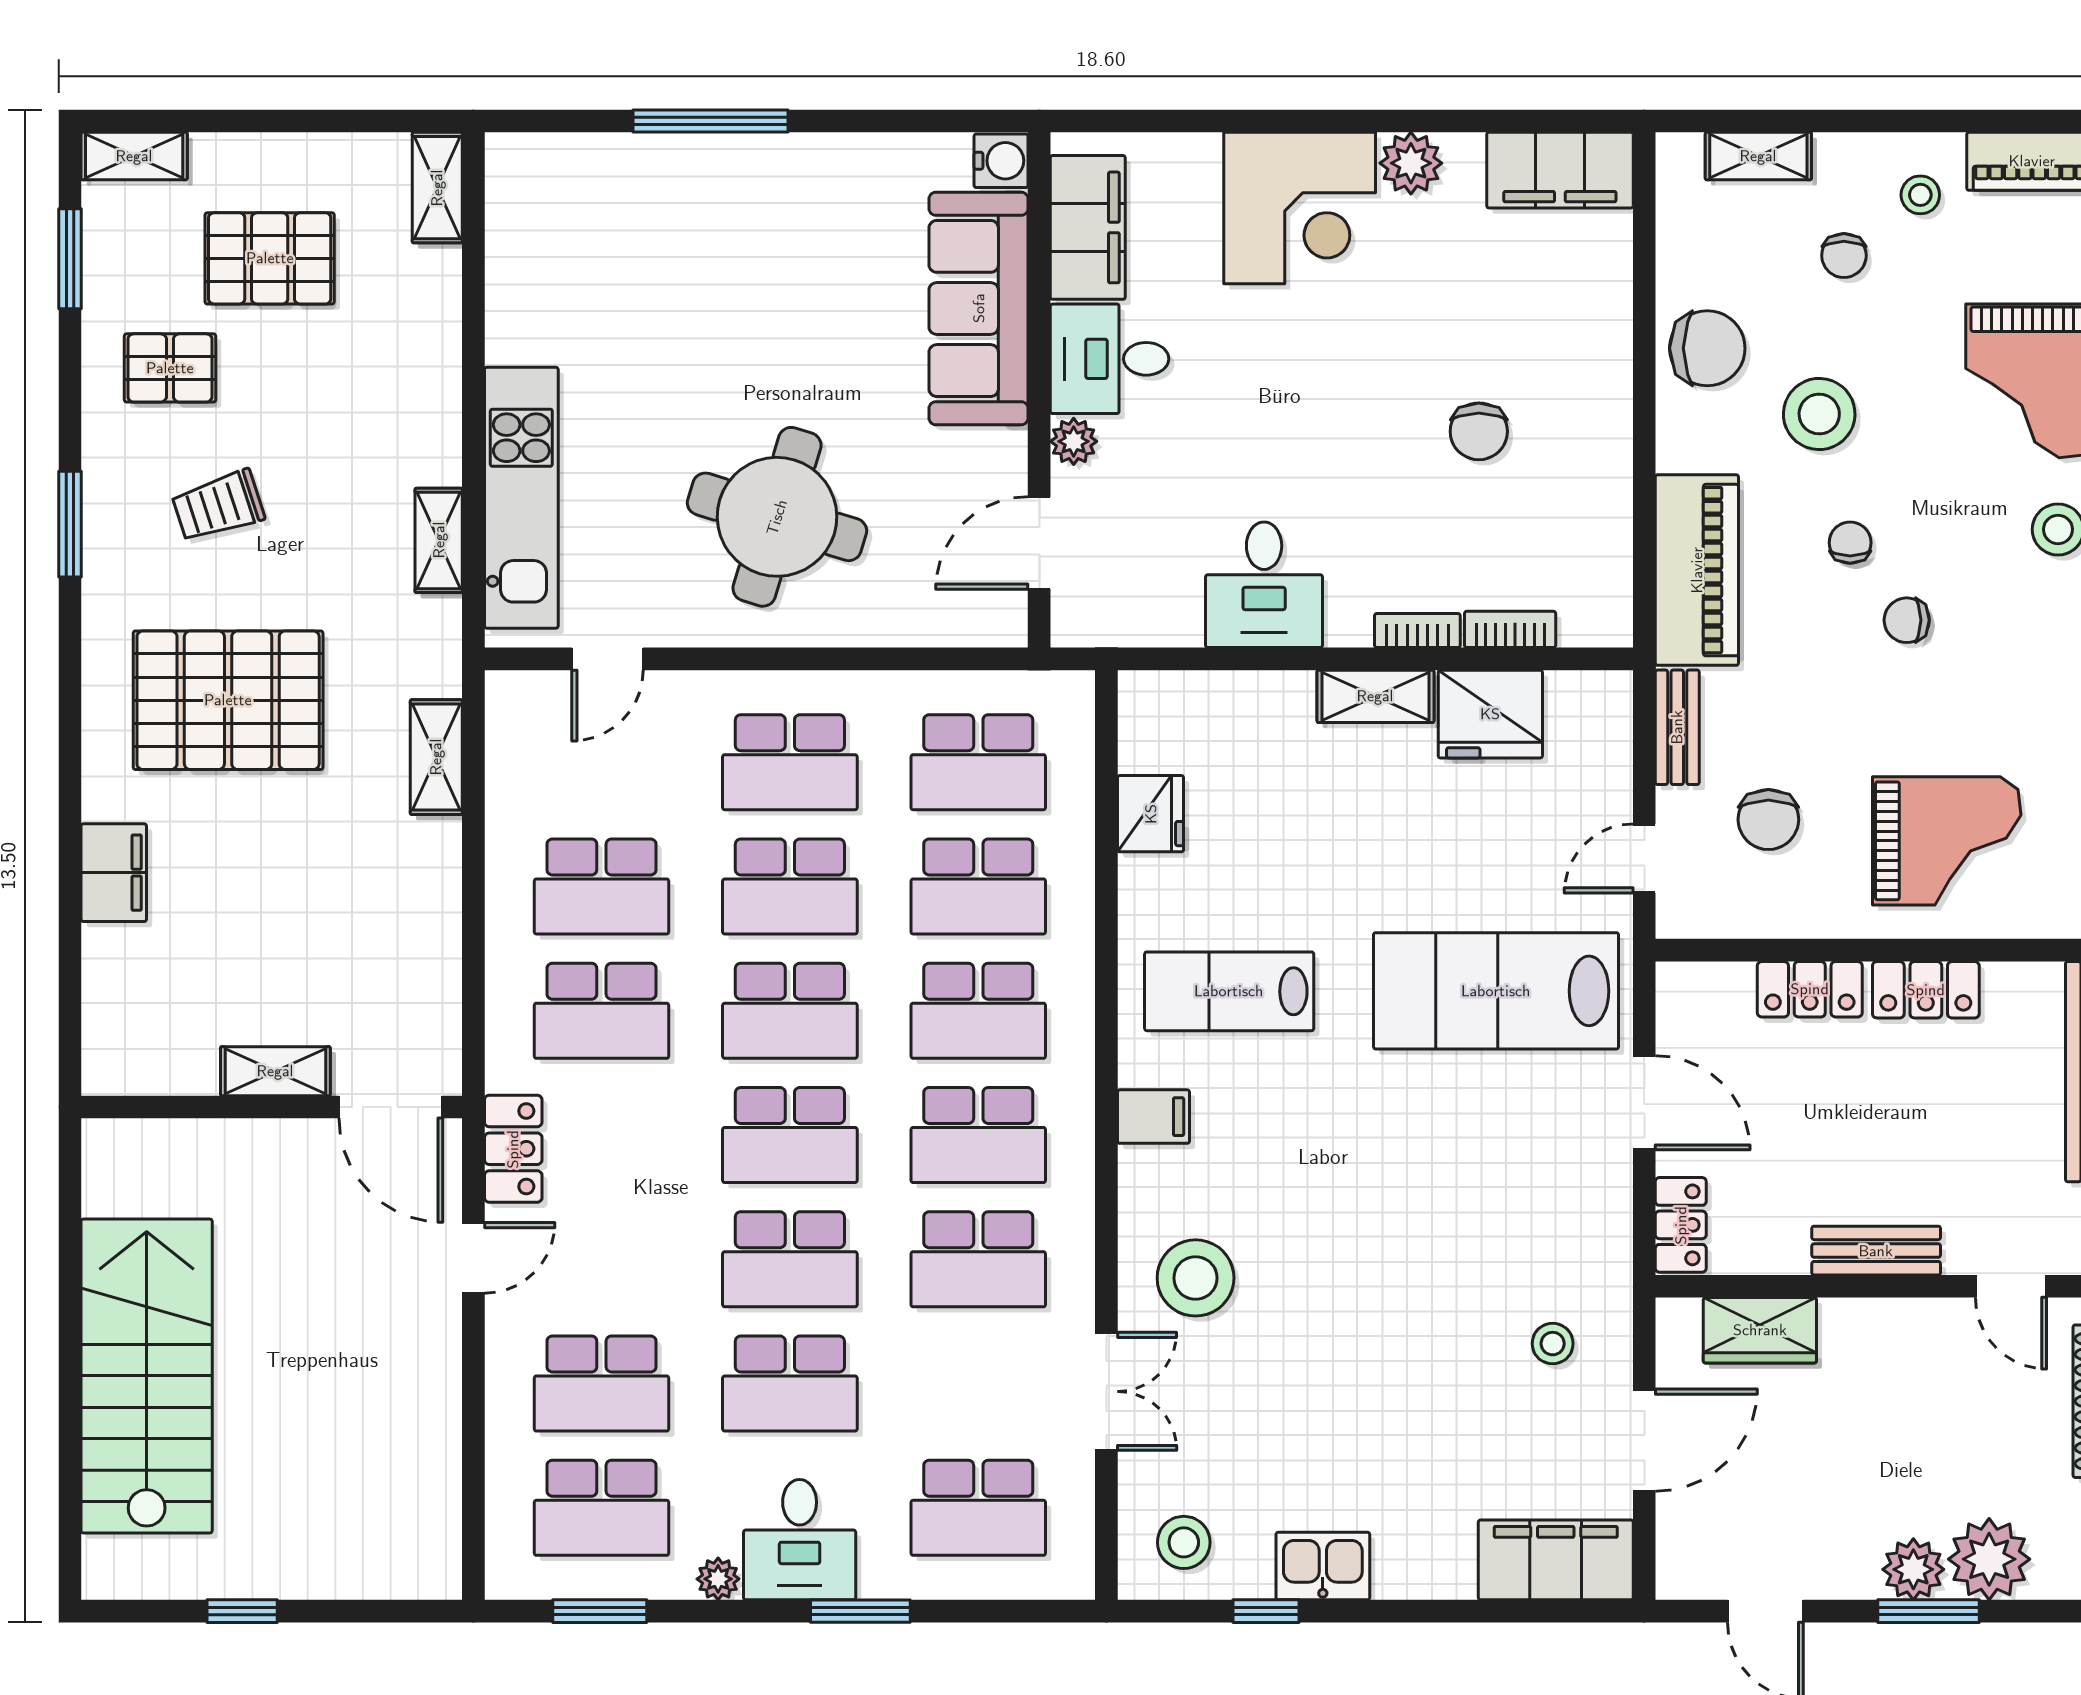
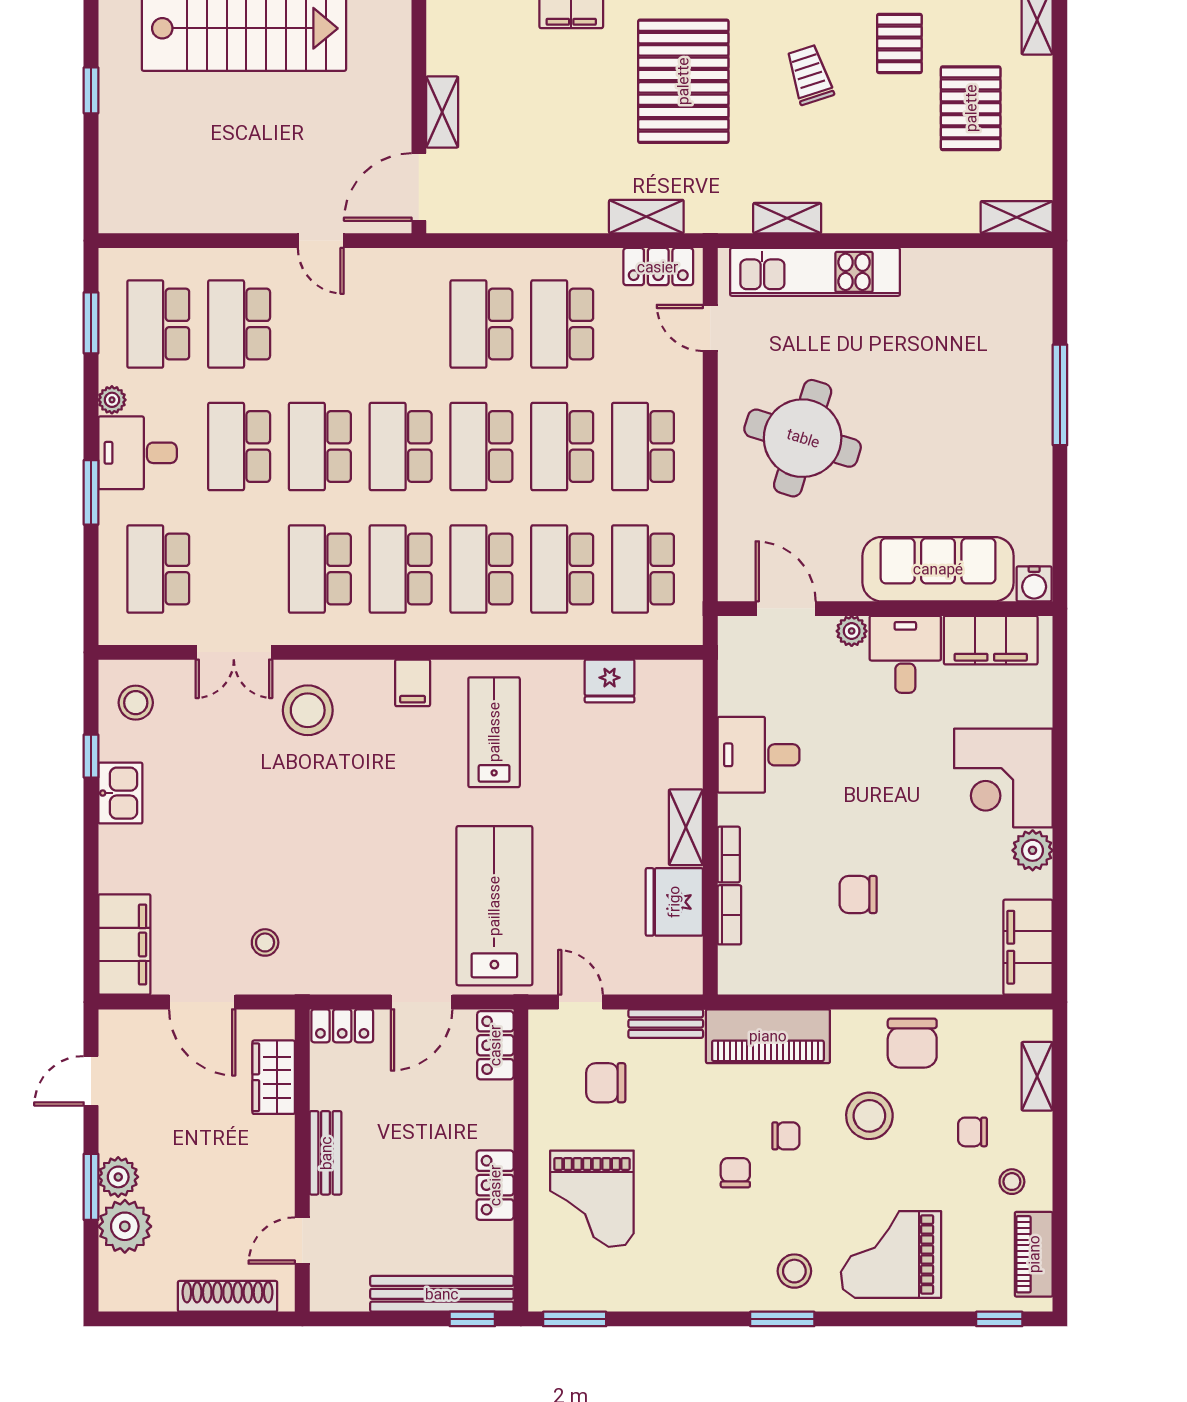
locker: (1810, 989) -> (495, 1045), moved
locker: (513, 1149) -> (658, 267), moved

